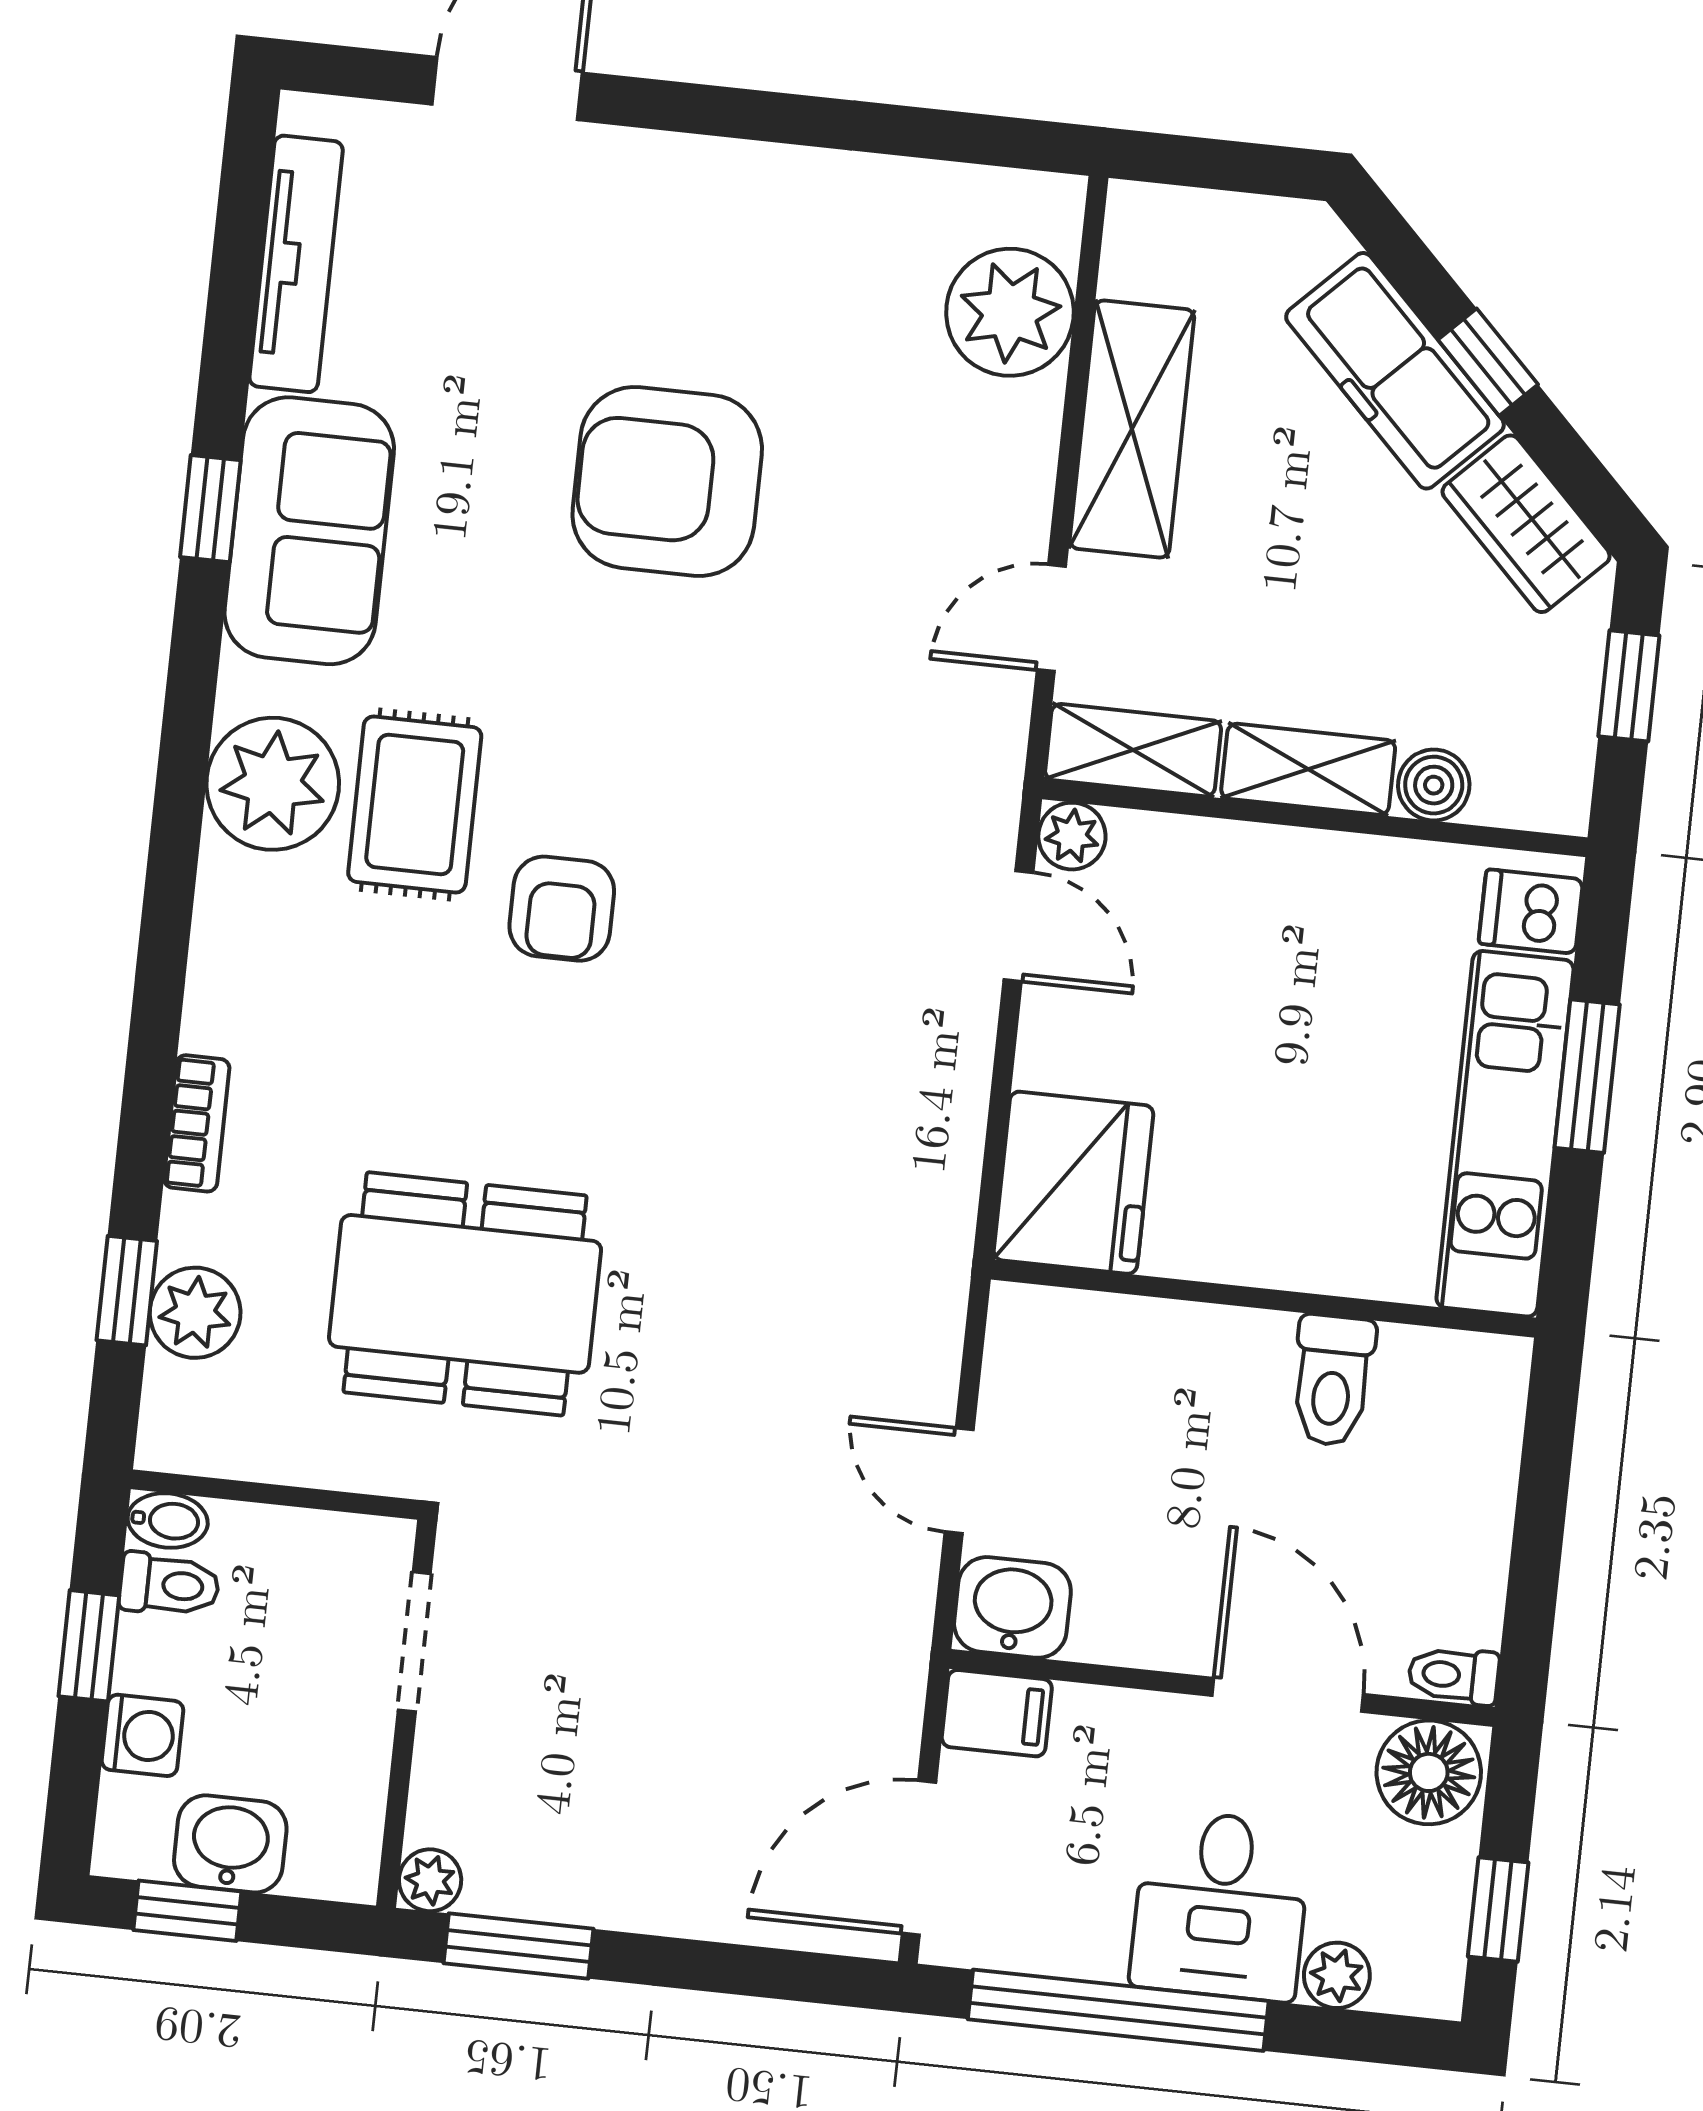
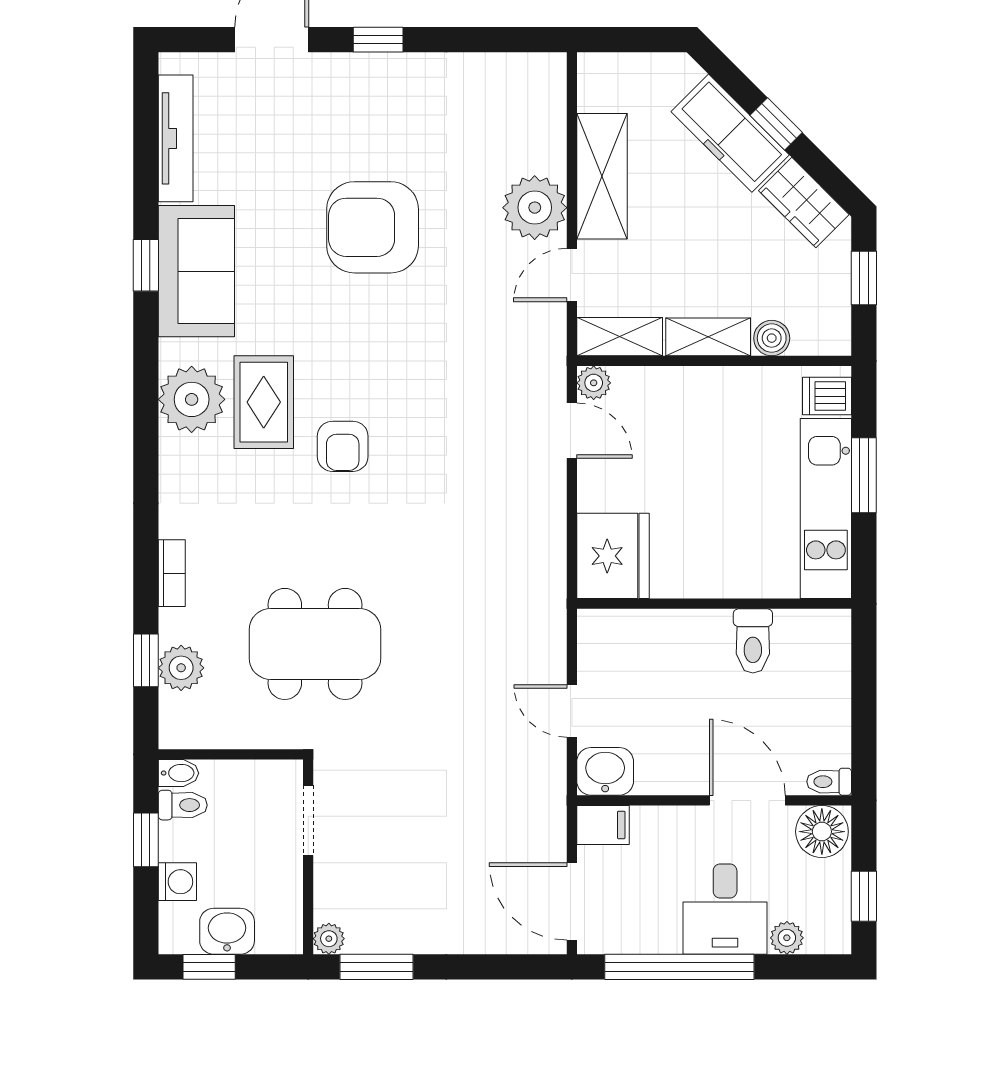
window: (718, 111) -> (378, 40), added
plant: (1010, 312) -> (535, 208), moved
door: (919, 1858) -> (572, 901), hinge flipped

